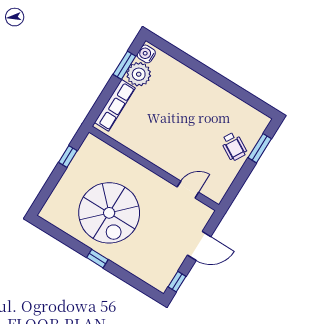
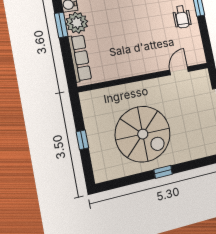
wheelchair: (234, 146) -> (182, 17), turned 60
window: (68, 157) -> (82, 140), moved

